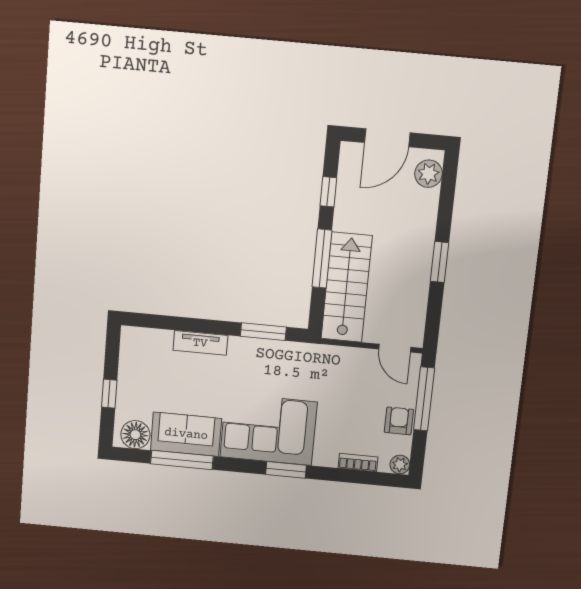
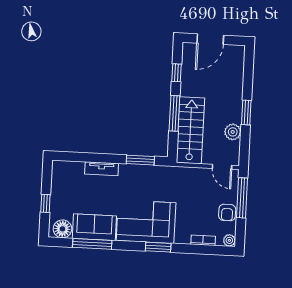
plant: (429, 174) -> (233, 132), moved
armchair: (399, 421) -> (227, 212), turned 180

